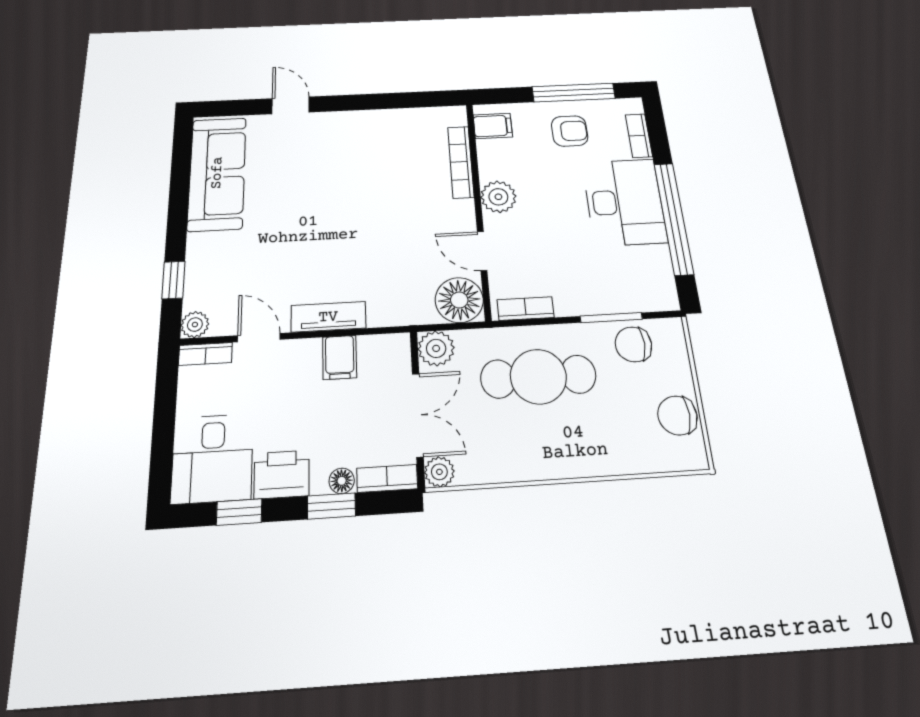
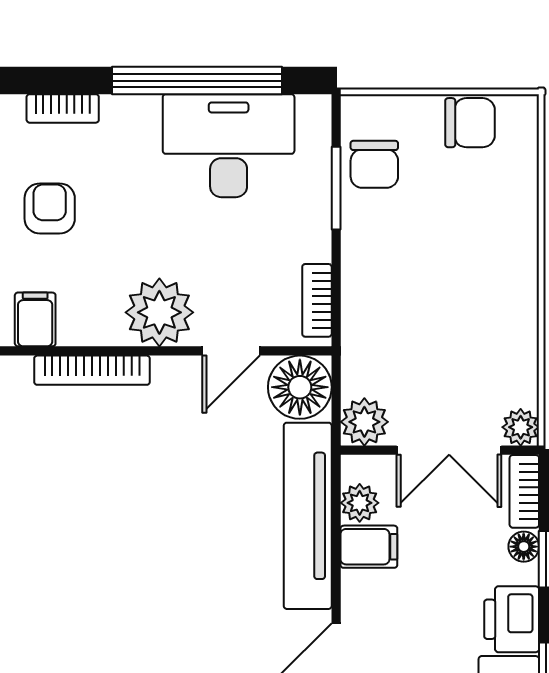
plant: (498, 197) -> (159, 312), width x1.36, depth x1.36
desk: (624, 202) -> (229, 146), moved
tv unit: (328, 317) -> (308, 516), width x1.92, depth x1.29
plant: (373, 348) -> (360, 503), added
cafe table: (538, 377) -> (409, 293), removed
double door: (418, 415) -> (449, 450), swing flipped
chair: (677, 415) -> (470, 123), turned -90

